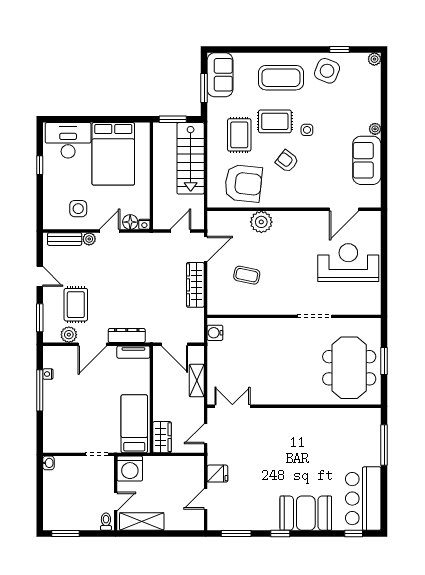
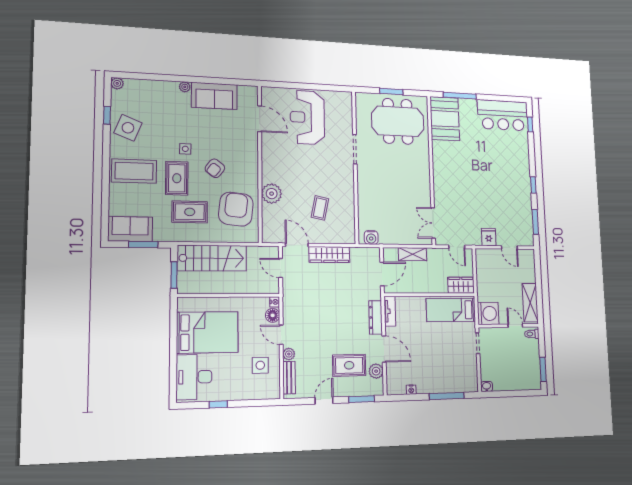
coffee table: (281, 78) -> (134, 171), turned 90
window: (40, 390) -> (447, 396), moved
booth: (306, 513) -> (445, 119), moved

